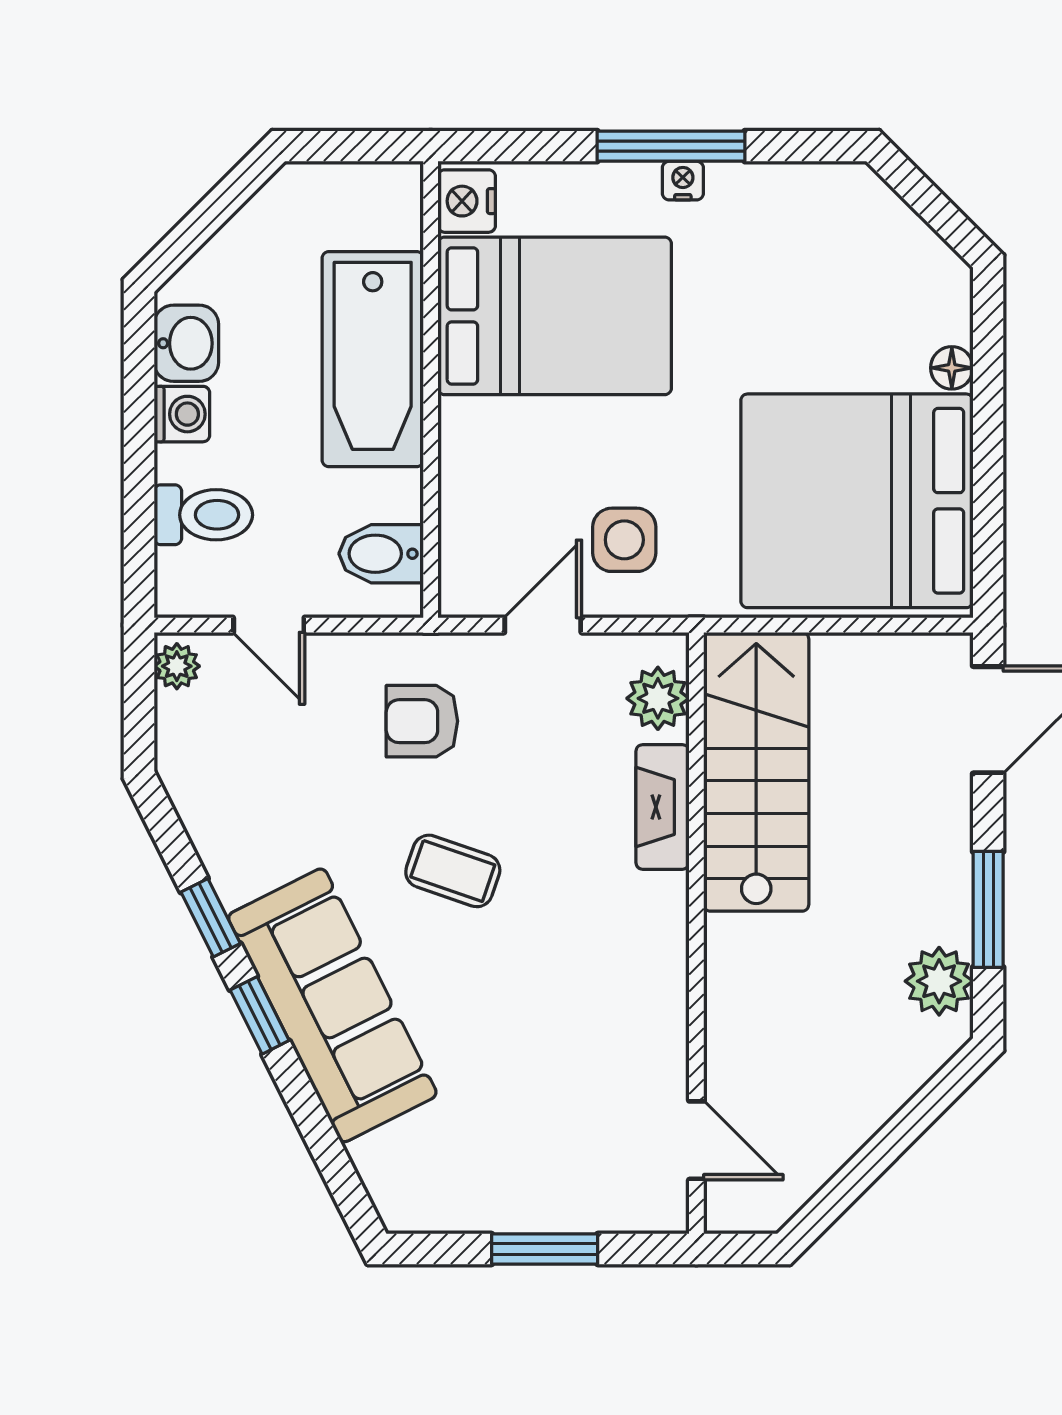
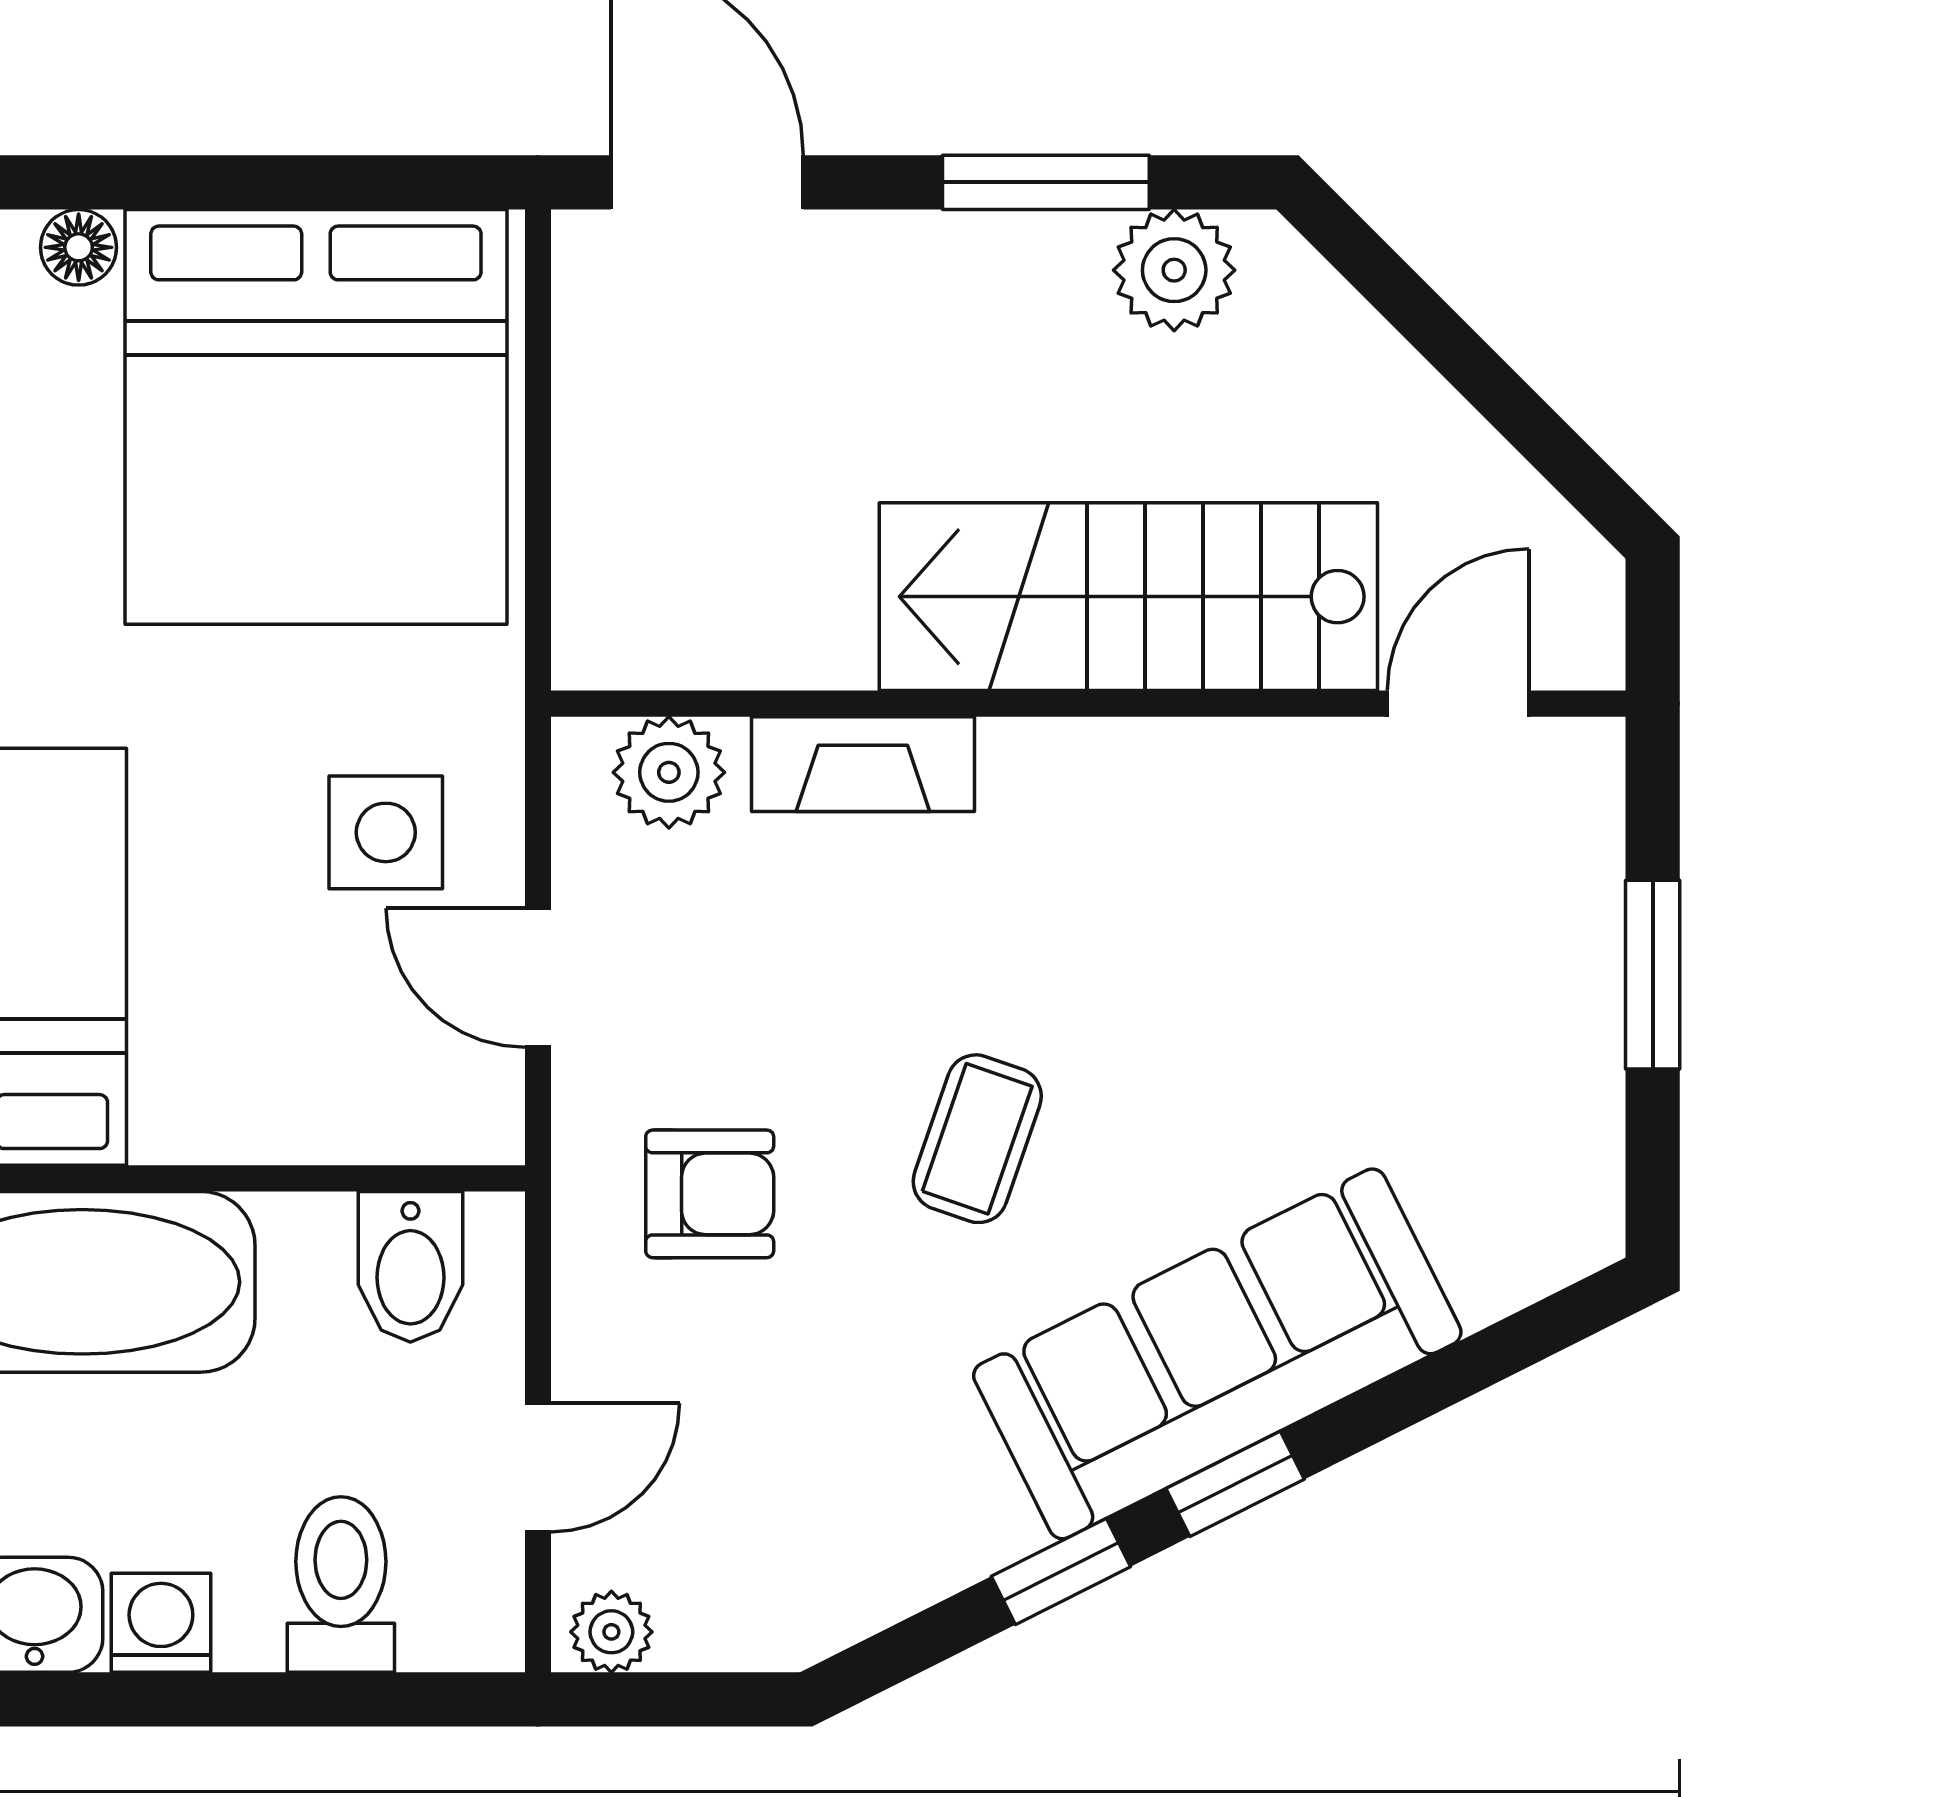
armchair: (422, 721) -> (710, 1194), turned -90
stairs: (756, 772) -> (1128, 597), moved

